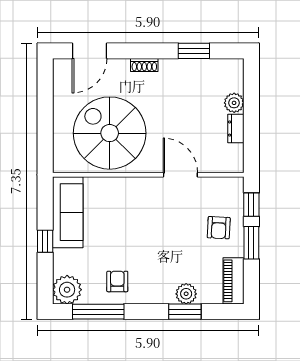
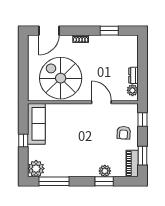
plant: (234, 103) -> (132, 90), moved
window: (251, 243) -> (143, 156), moved
armchair: (117, 281) -> (65, 164), removed

